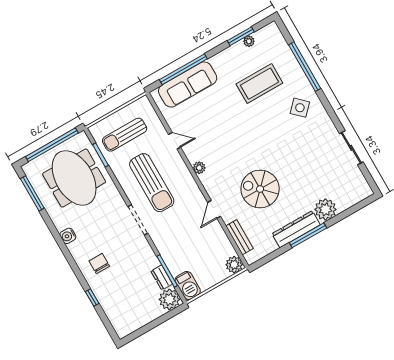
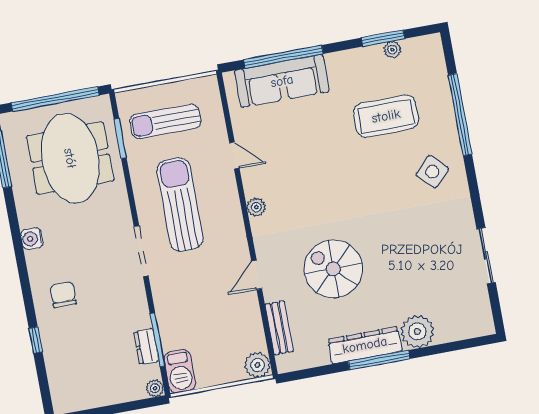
sun lounger: (152, 183) -> (180, 205), turned 180
plant: (169, 299) -> (155, 388), width x0.53, depth x0.53

